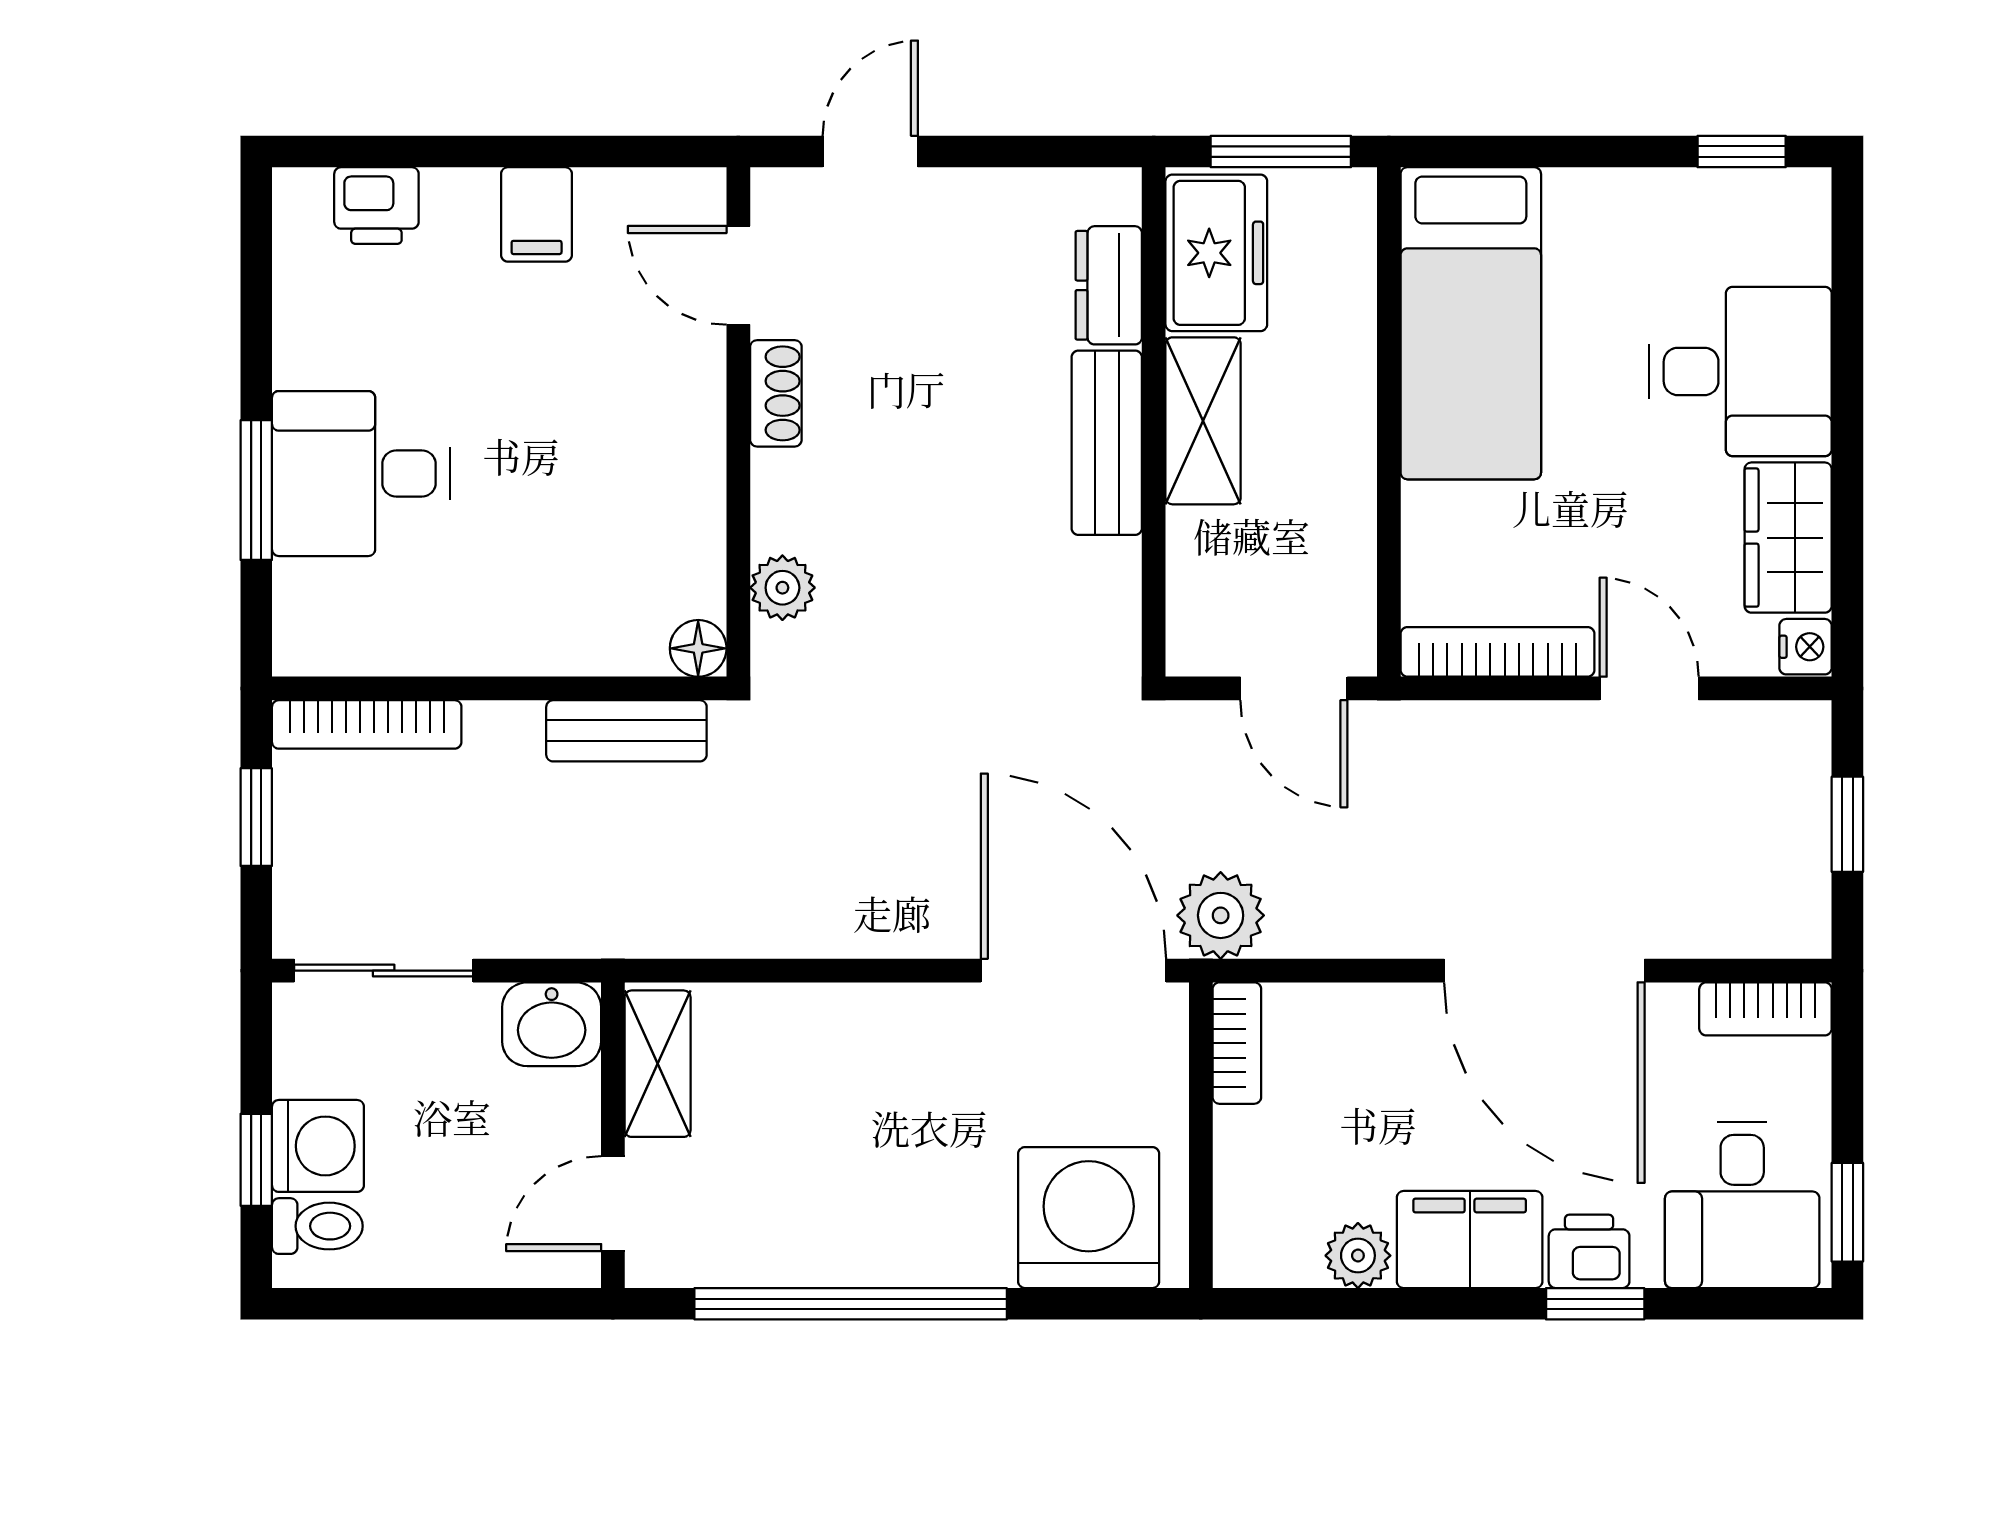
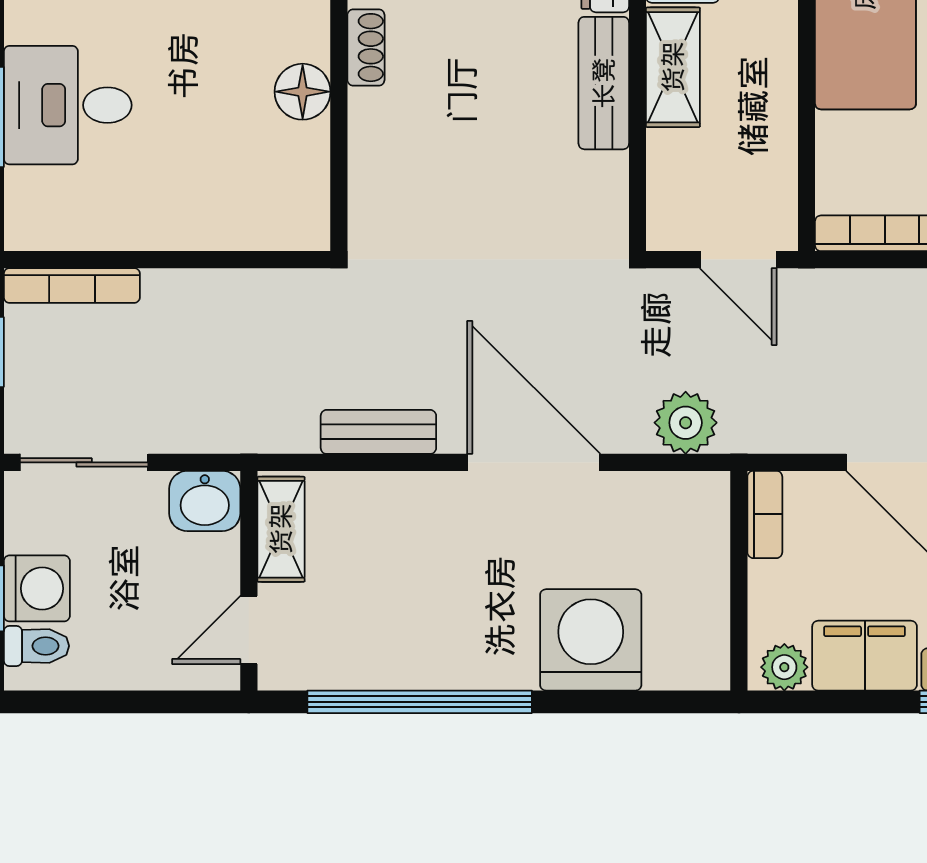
plant: (782, 588) -> (371, 187), removed
floor lamp: (698, 648) -> (303, 92), moved, width x1.37, depth x1.37
bench: (626, 731) -> (378, 432), moved
door: (1073, 971) -> (534, 462), moved
bookcase: (1237, 1043) -> (765, 514), moved
wall: (1201, 1135) -> (739, 581), moved

